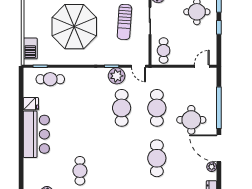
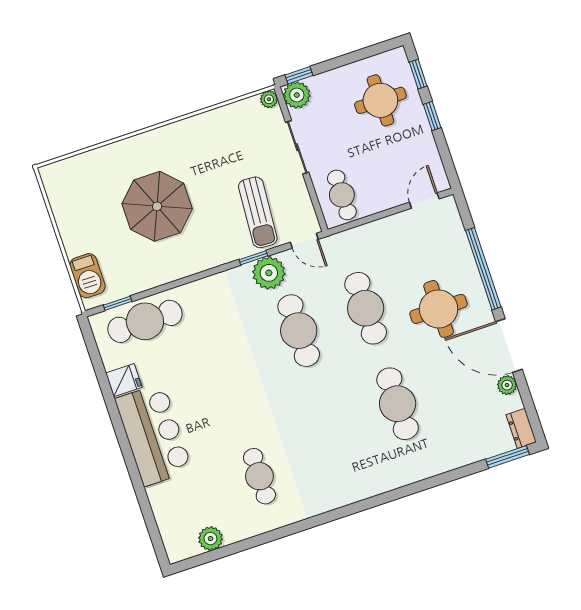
sun lounger: (124, 22) -> (258, 212), moved
parasol: (74, 27) -> (157, 206), width x0.73, depth x0.73
cafe table: (50, 79) -> (145, 321), width x1.37, depth x1.35

